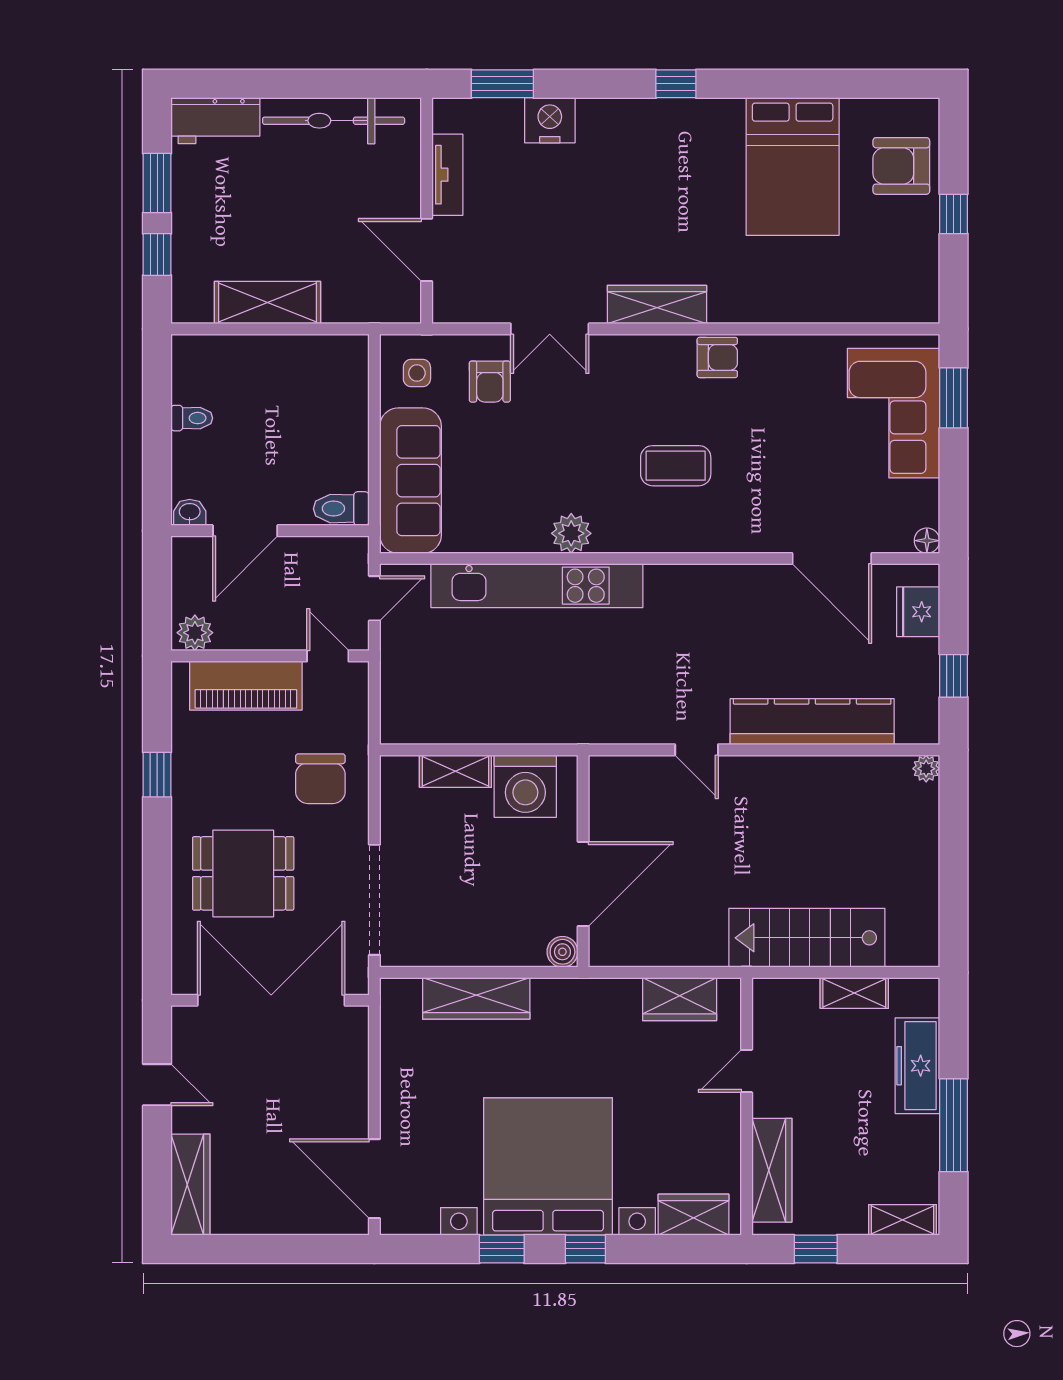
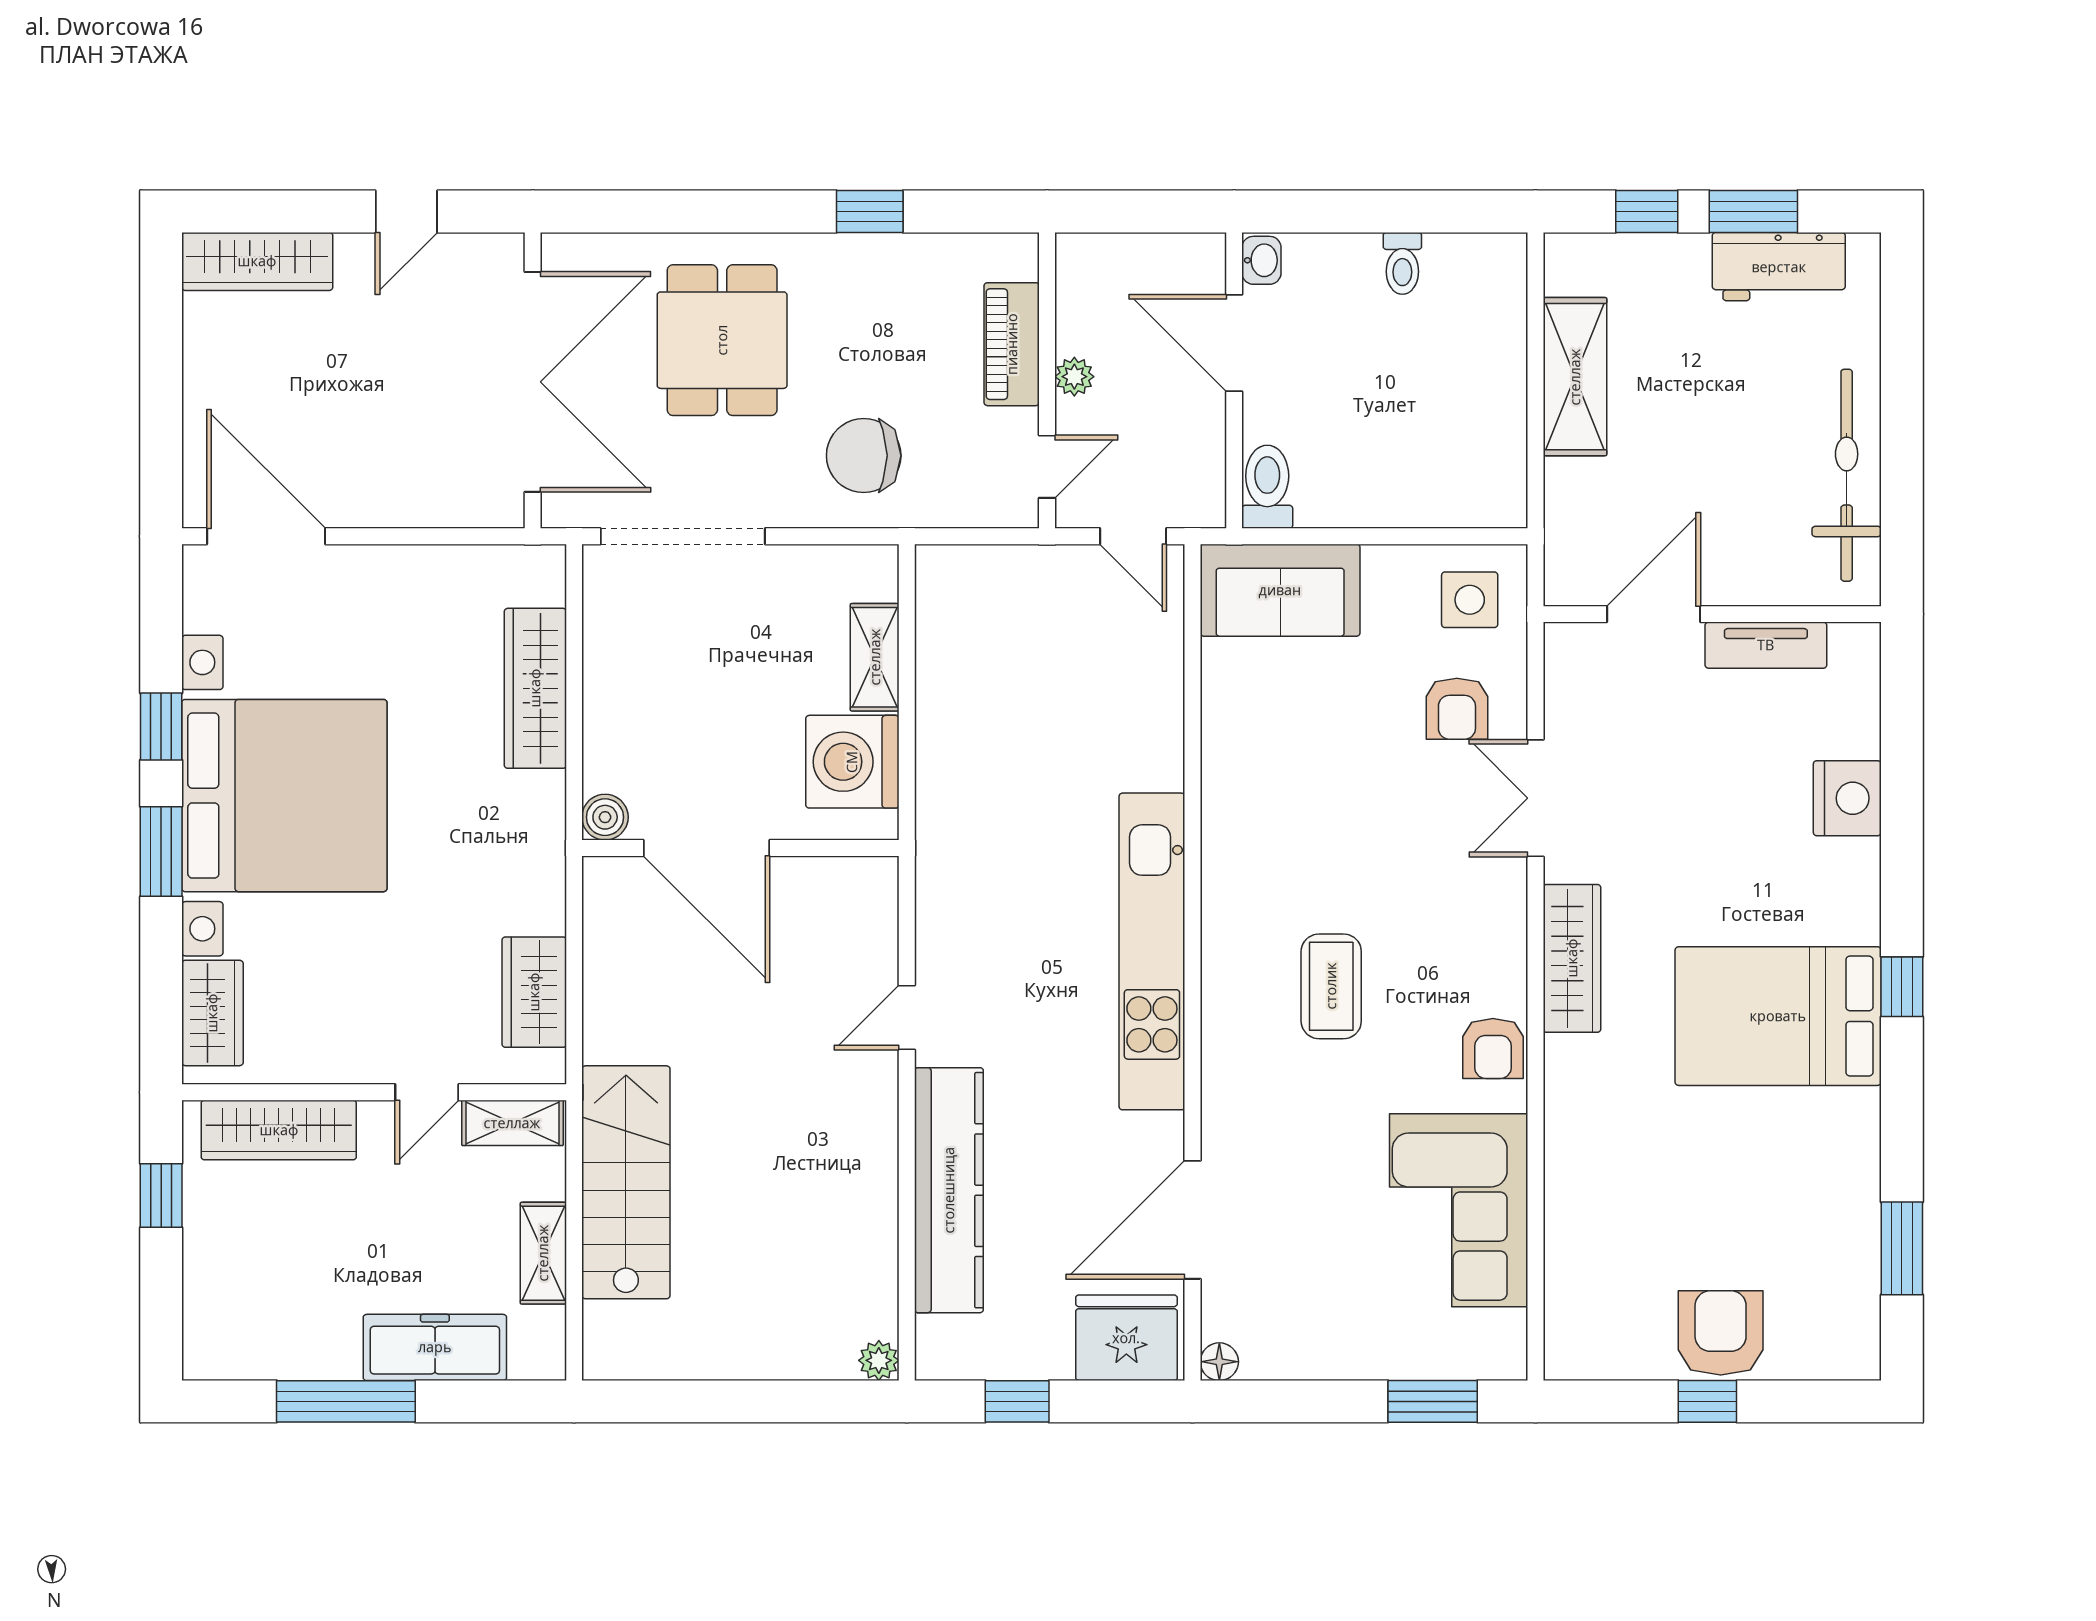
window: (502, 84) -> (1902, 1248), moved
workbench: (215, 121) -> (1779, 267), moved, turned -90
armchair: (901, 166) -> (1721, 1333), moved
bed: (793, 167) -> (1778, 1016), moved
side table: (417, 373) -> (1470, 600), width x1.37, depth x1.37
armchair: (490, 382) -> (1457, 709), turned -90
corner sofa: (893, 413) -> (1459, 1210), moved, turned -90
sofa: (411, 481) -> (1280, 590), width x0.73
plant: (571, 533) -> (1230, 830), removed
kitchen unit: (537, 586) -> (1152, 951), moved
fridge: (918, 612) -> (1126, 1338), width x1.36, depth x1.34
plant: (195, 633) -> (1074, 377), moved, width x0.73, depth x0.73
piano: (246, 686) -> (1012, 344), width x0.73, depth x0.75
door: (747, 1071) -> (427, 1092), swing flipped
door: (374, 1179) -> (266, 536), hinge flipped
shelving: (903, 1220) -> (512, 1123), moved, turned 90
window: (585, 1249) -> (161, 851), width x1.50

